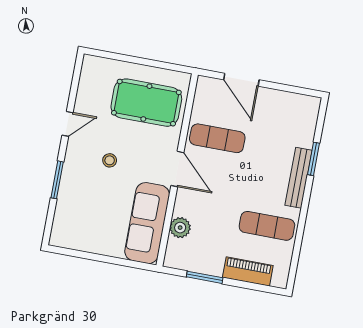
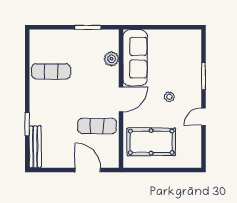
door: (177, 169) -> (121, 99), swing flipped
bench: (299, 178) -> (35, 147), moved
piano: (248, 271) -> (59, 37), removed

